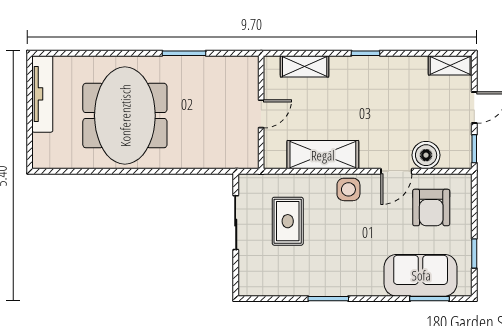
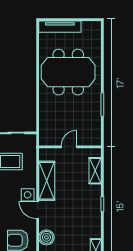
tv unit: (42, 94) -> (60, 27), moved
door: (261, 114) -> (69, 147), swing flipped
door: (396, 171) -> (38, 210), moved

